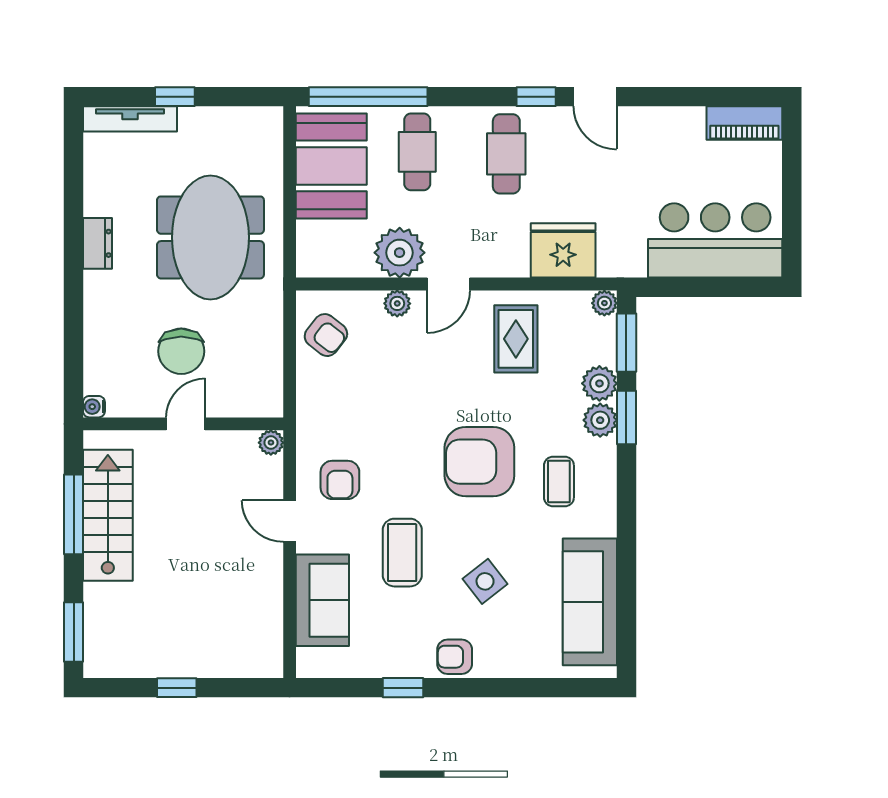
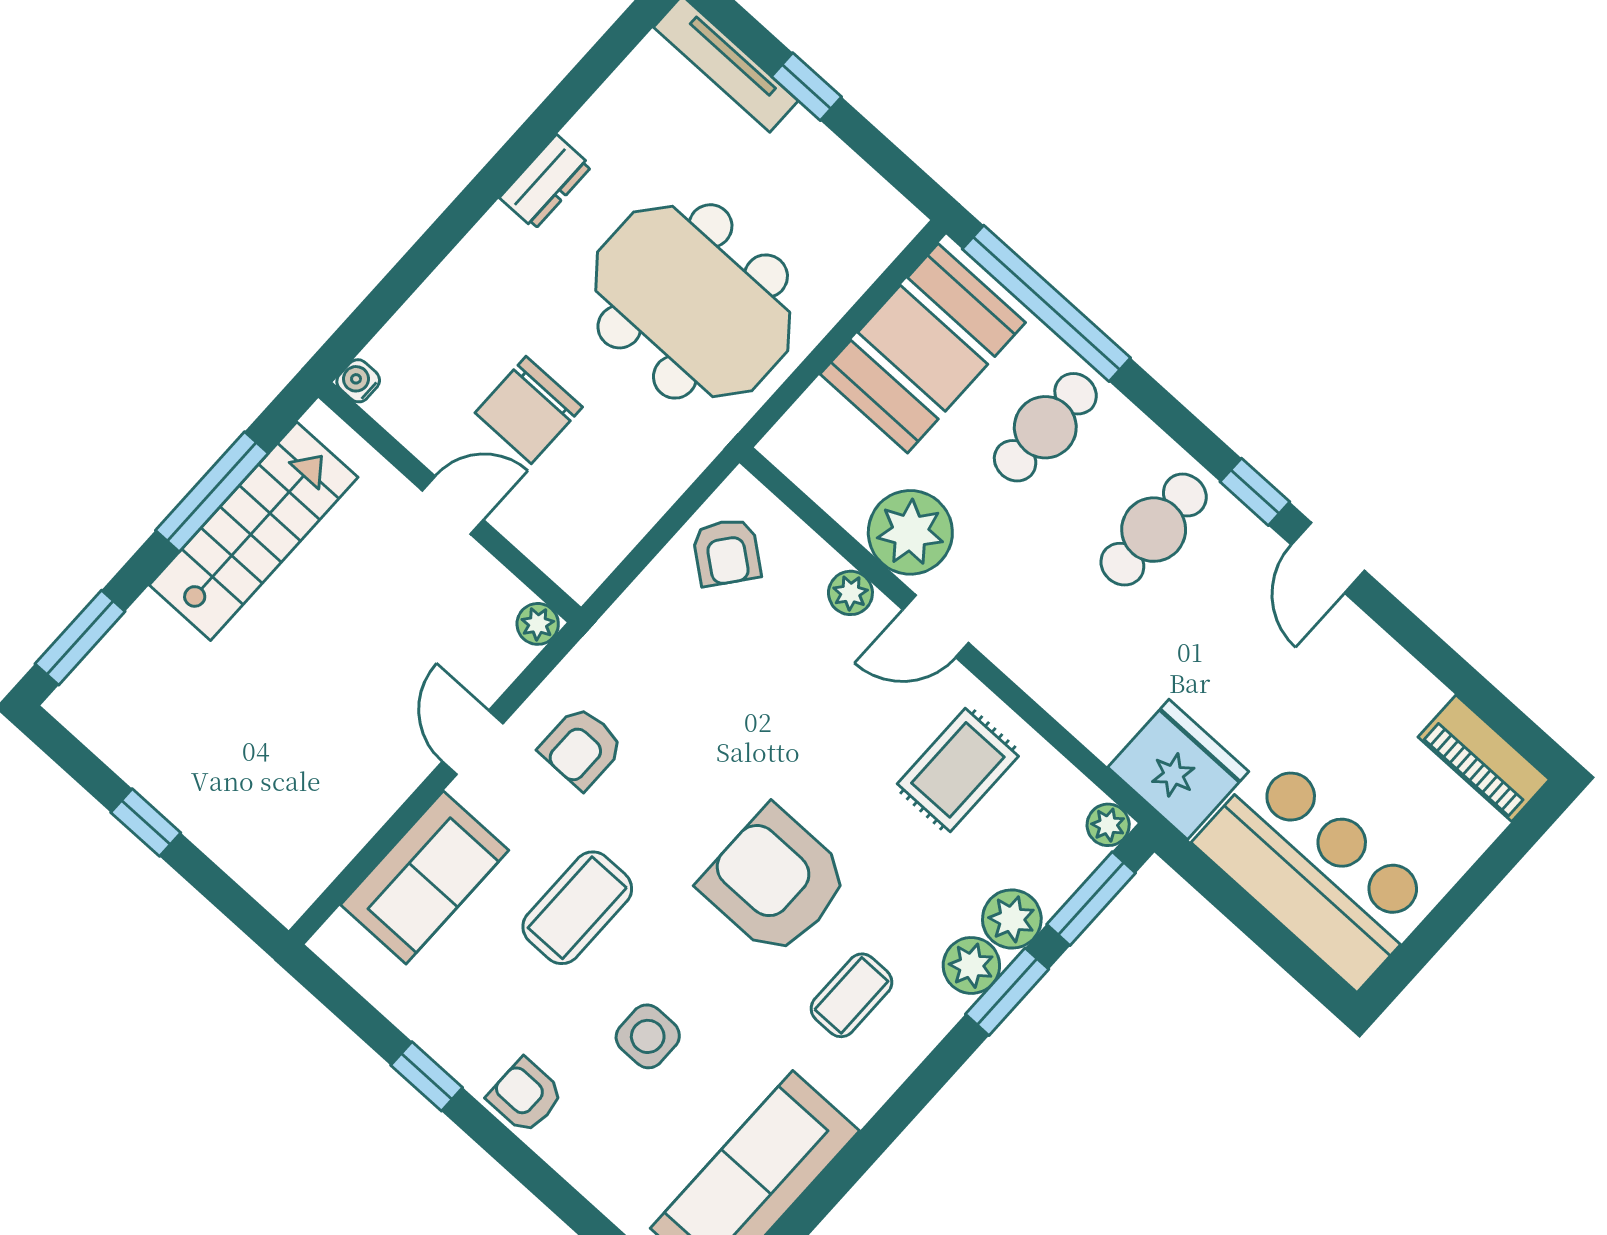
meeting table: (210, 237) -> (693, 301), turned 90
fridge: (563, 250) -> (1178, 769), moved
side table: (485, 581) -> (648, 1036), turned 38

